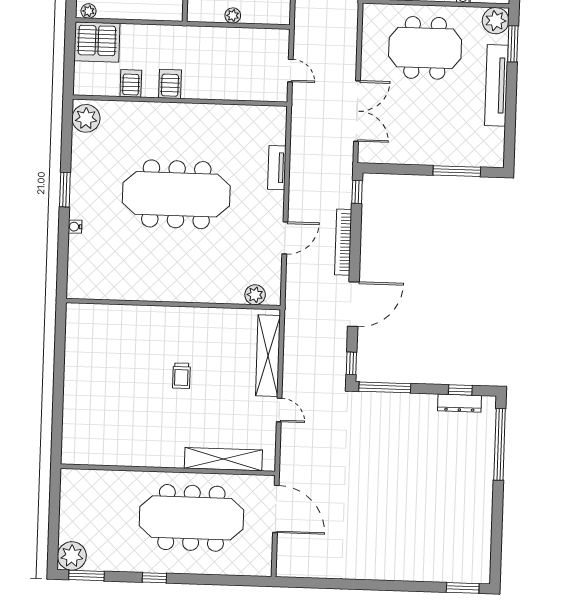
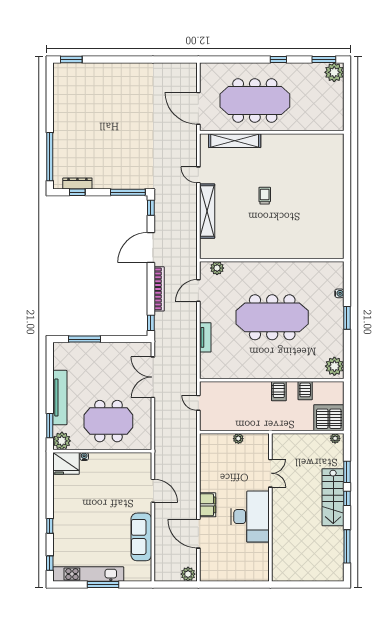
plant: (255, 295) -> (217, 268), moved
wall: (173, 304) -> (272, 260), moved

